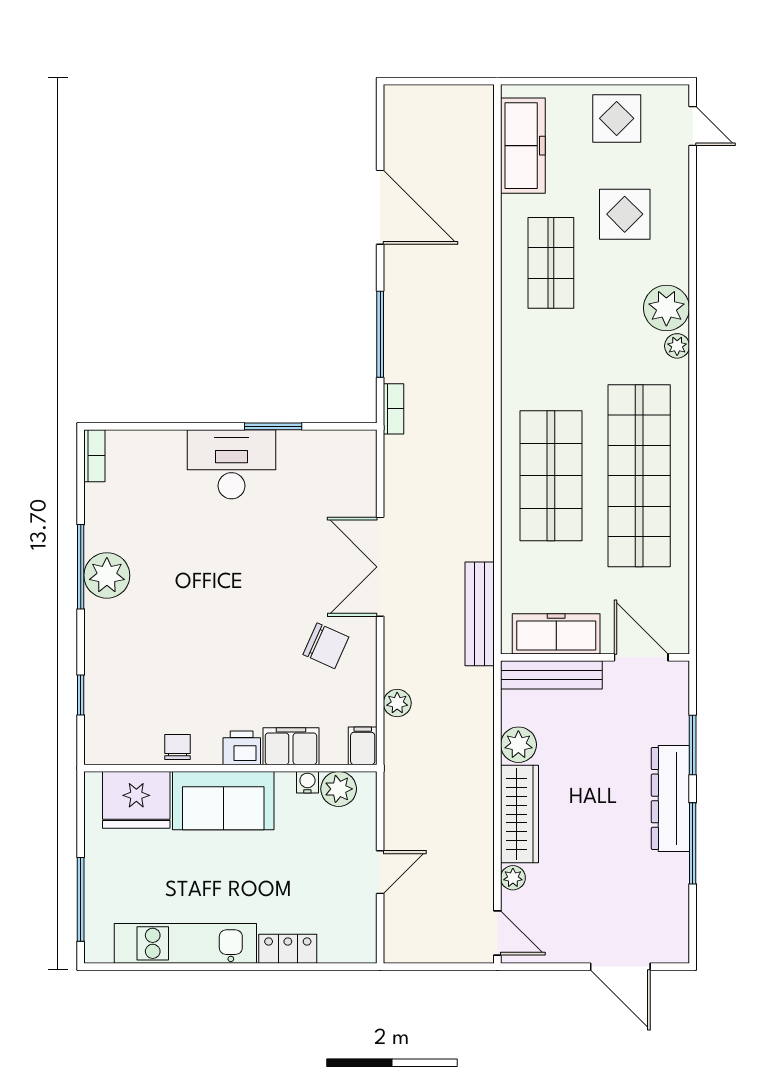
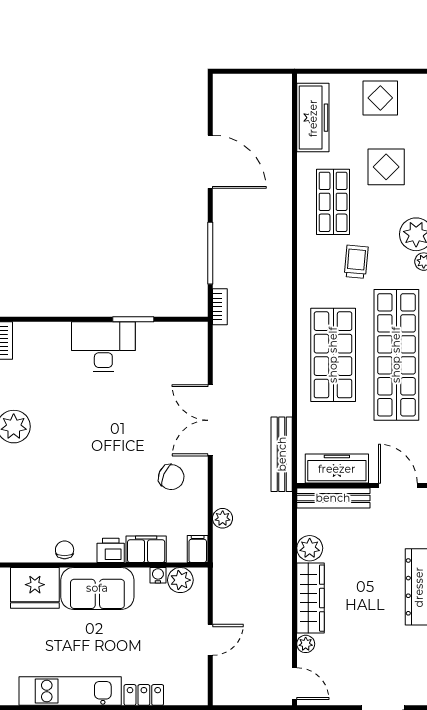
trolley: (583, 346) -> (356, 262), added

